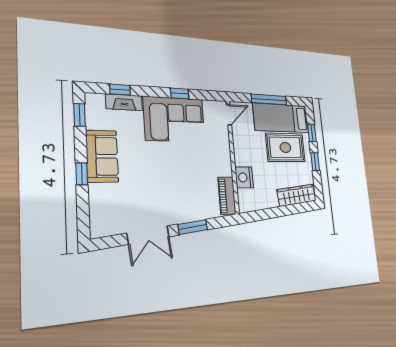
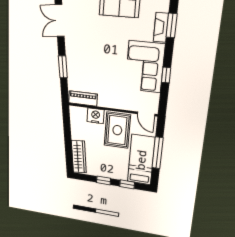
window: (120, 90) -> (172, 26), width x1.50
rug: (285, 147) -> (117, 130), moved
double door: (148, 235) -> (60, 20), moved

